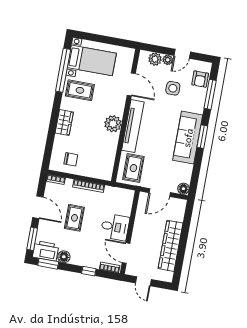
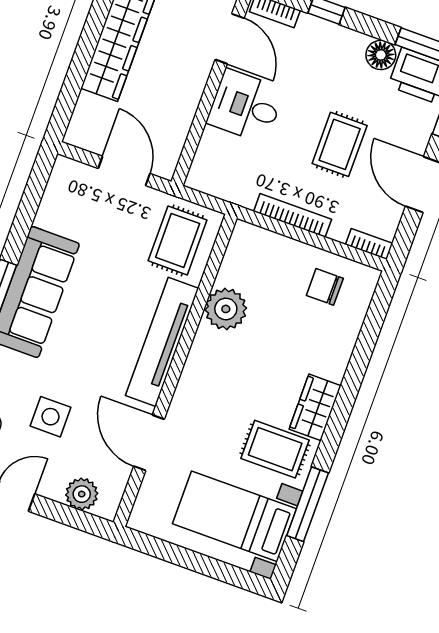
plant: (168, 60) -> (52, 487), removed
window: (63, 70) -> (308, 504), width x0.68
wardrobe: (64, 122) -> (315, 407), moved
plant: (113, 124) -> (226, 309), moved
floor lamp: (183, 189) -> (66, 171), removed
door: (160, 193) -> (124, 171), hinge flipped

